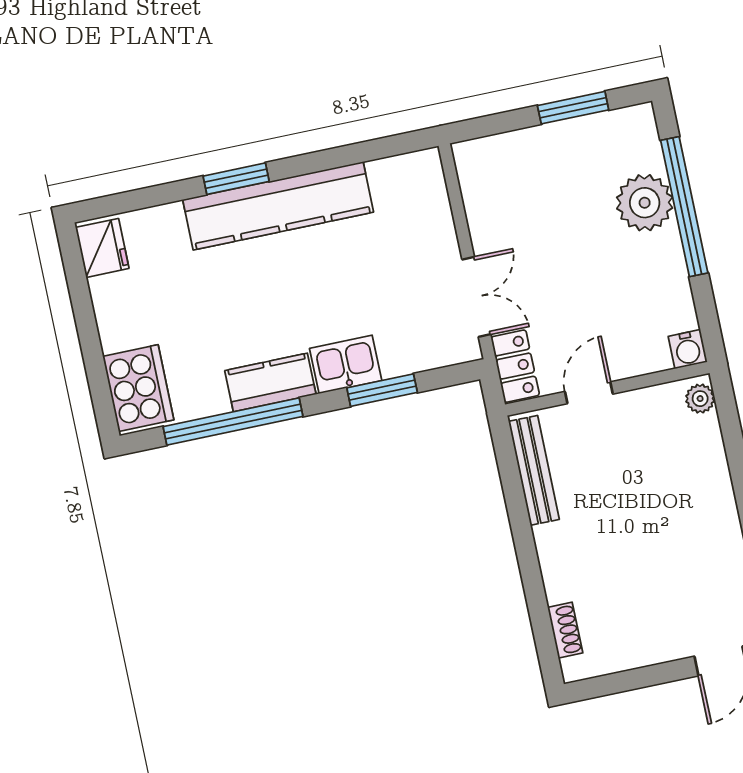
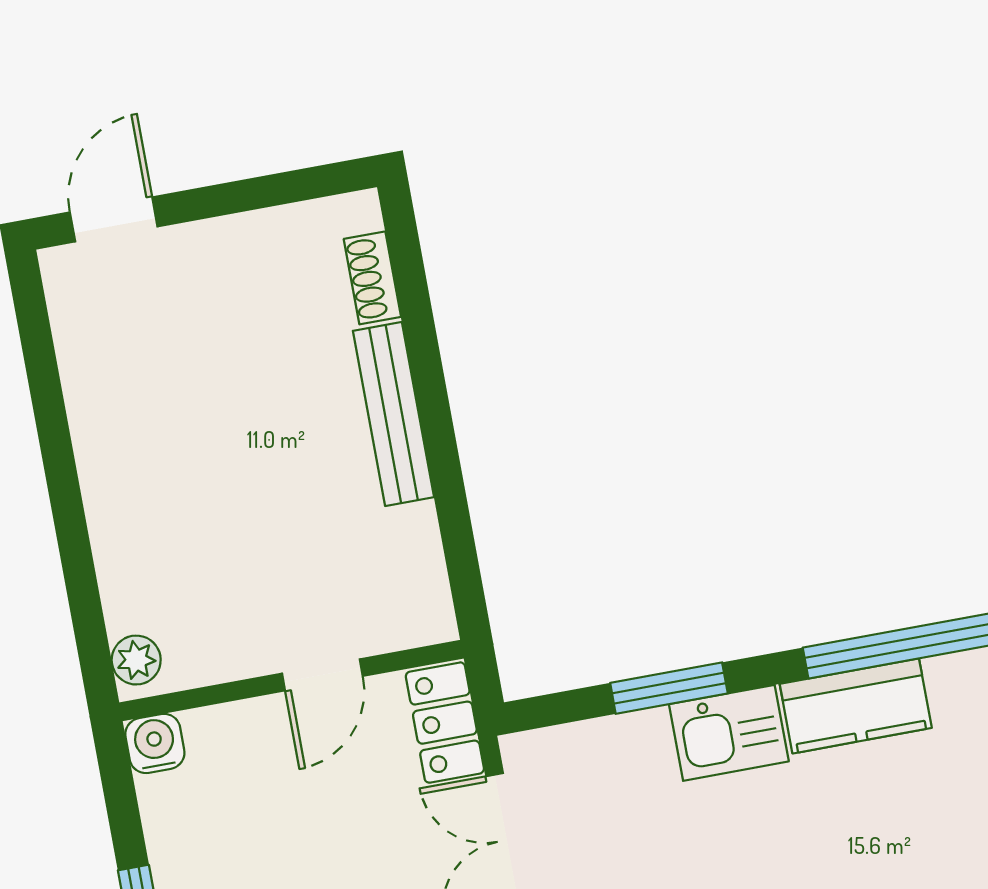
bench: (534, 470) -> (393, 414), moved

